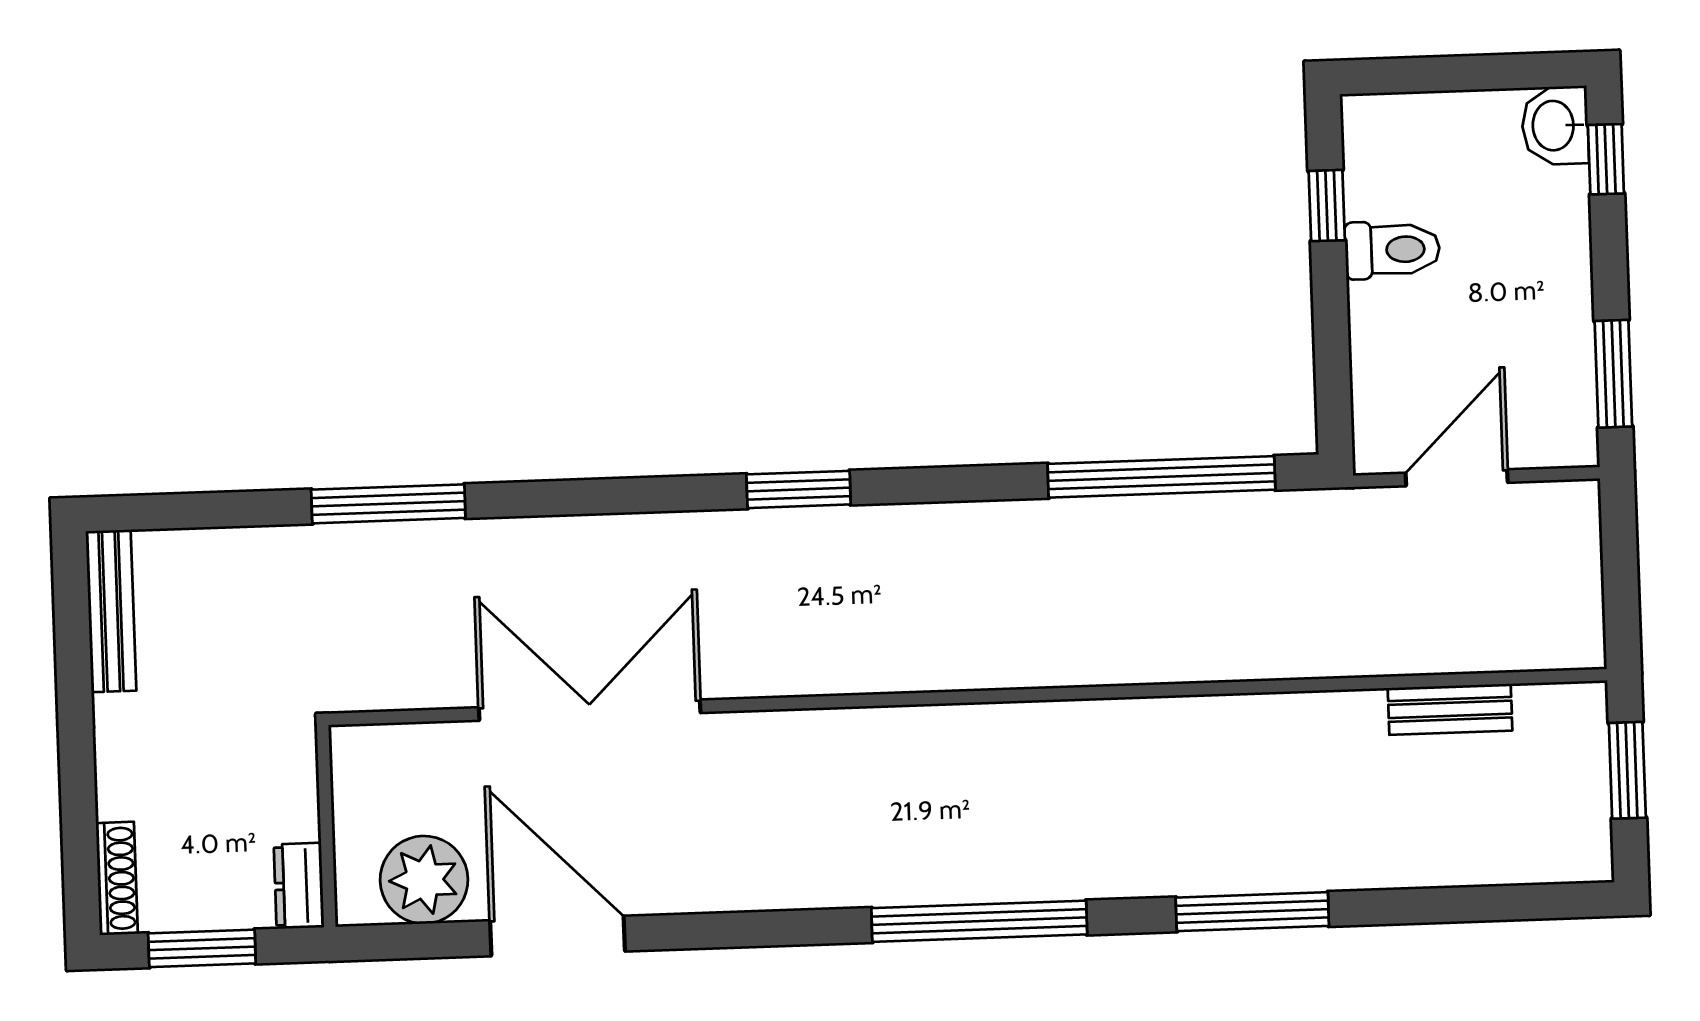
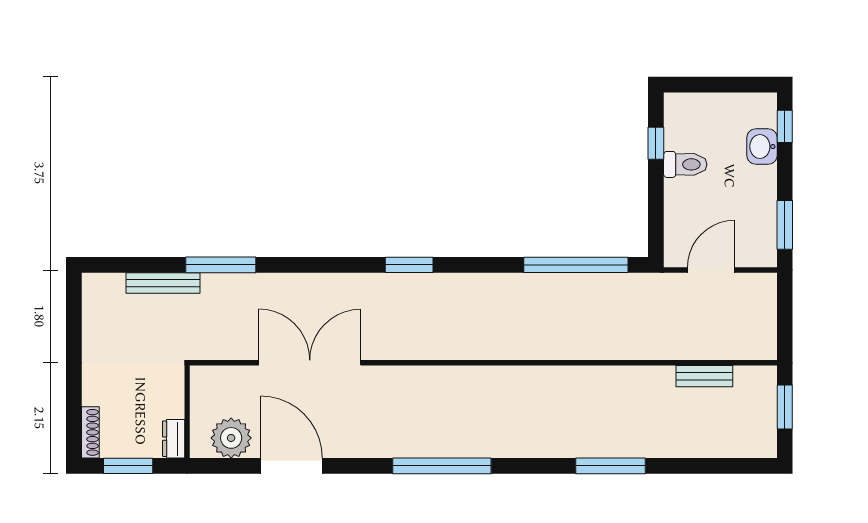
washbasin: (1555, 126) -> (762, 147), moved
bench: (111, 611) -> (163, 283), moved, turned 90
window: (979, 921) -> (442, 466), moved

